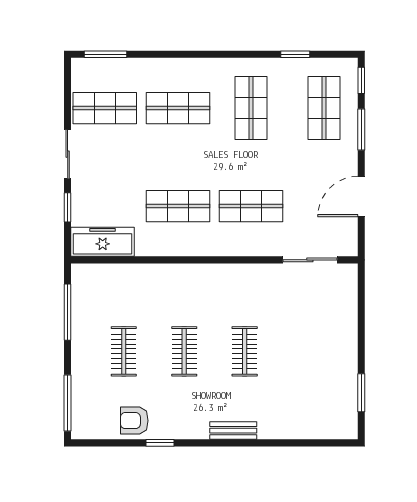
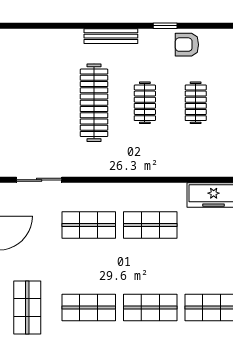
shop shelf: (251, 108) -> (89, 308), turned 90
clothes rail: (245, 351) -> (94, 103), width x1.86, depth x1.31
armchair: (134, 421) -> (187, 45), turned 180
bench: (233, 431) -> (111, 36), width x1.36

